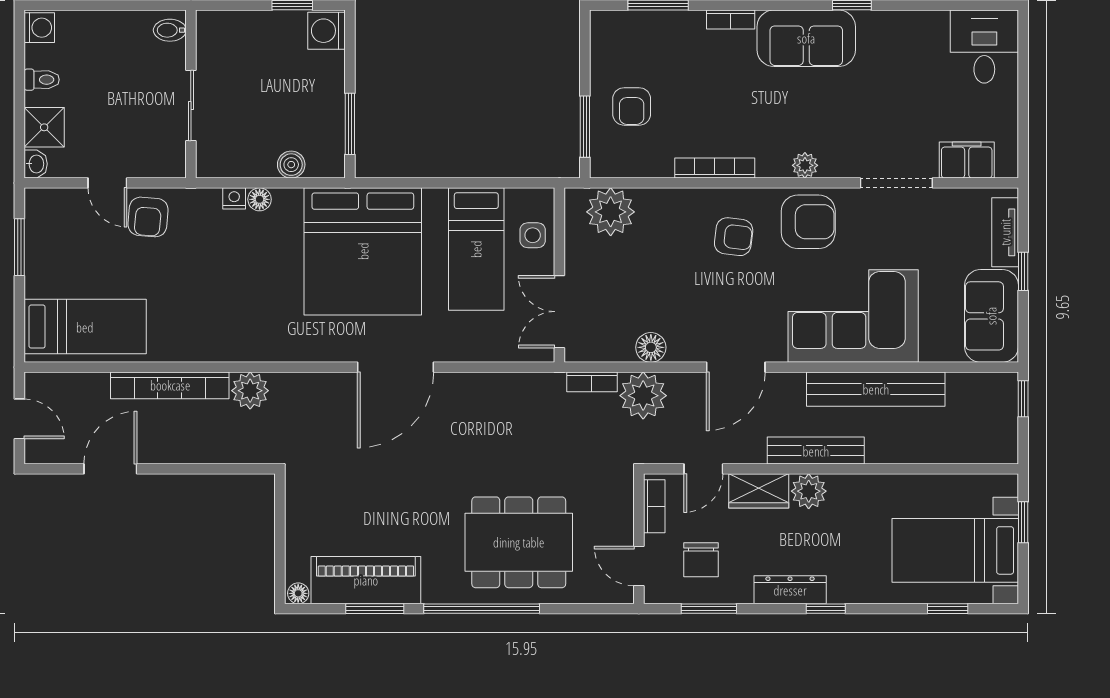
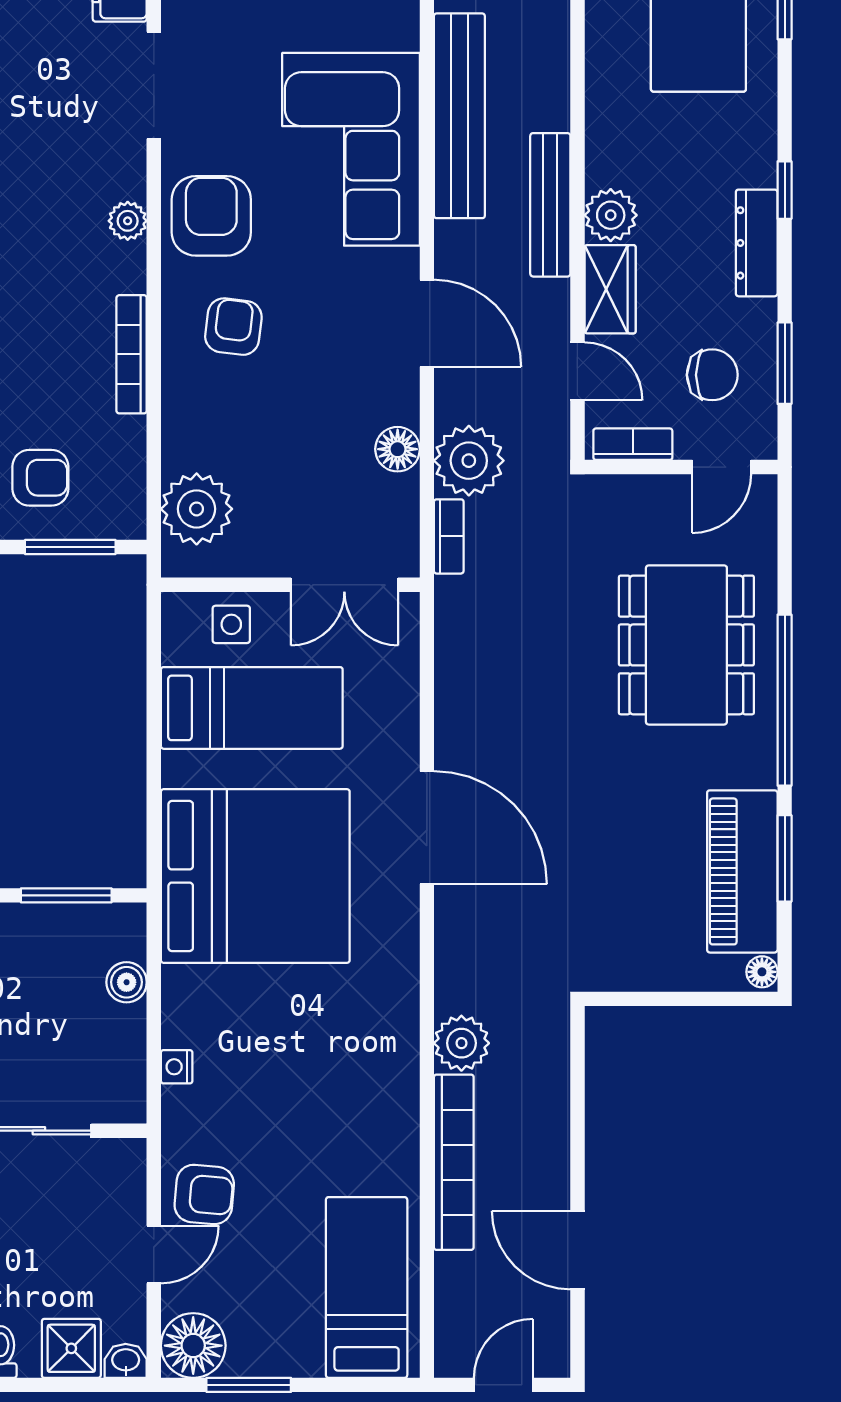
floor lamp: (260, 199) -> (193, 1346), moved, width x1.89, depth x1.89

